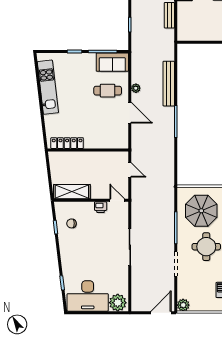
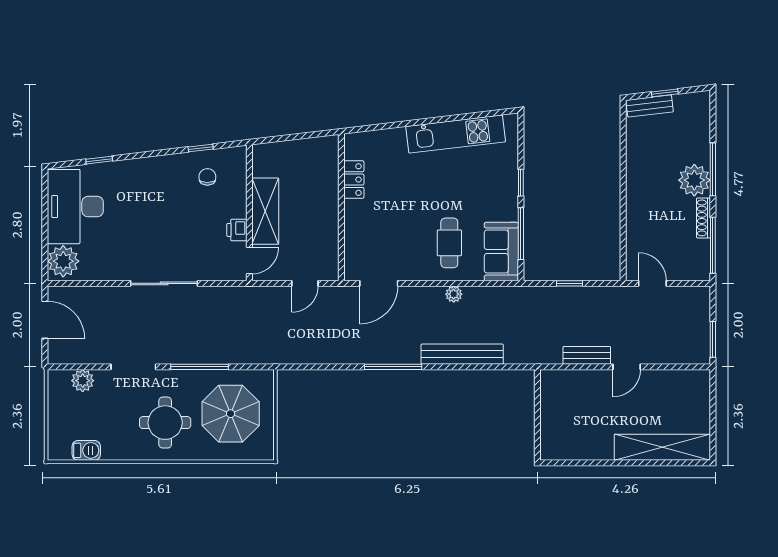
door: (130, 113) -> (379, 283), moved
locker: (67, 143) -> (354, 180), width x0.66
shelving: (72, 192) -> (265, 211), moved
plant: (183, 305) -> (83, 381), moved
door: (161, 313) -> (45, 320), moved

